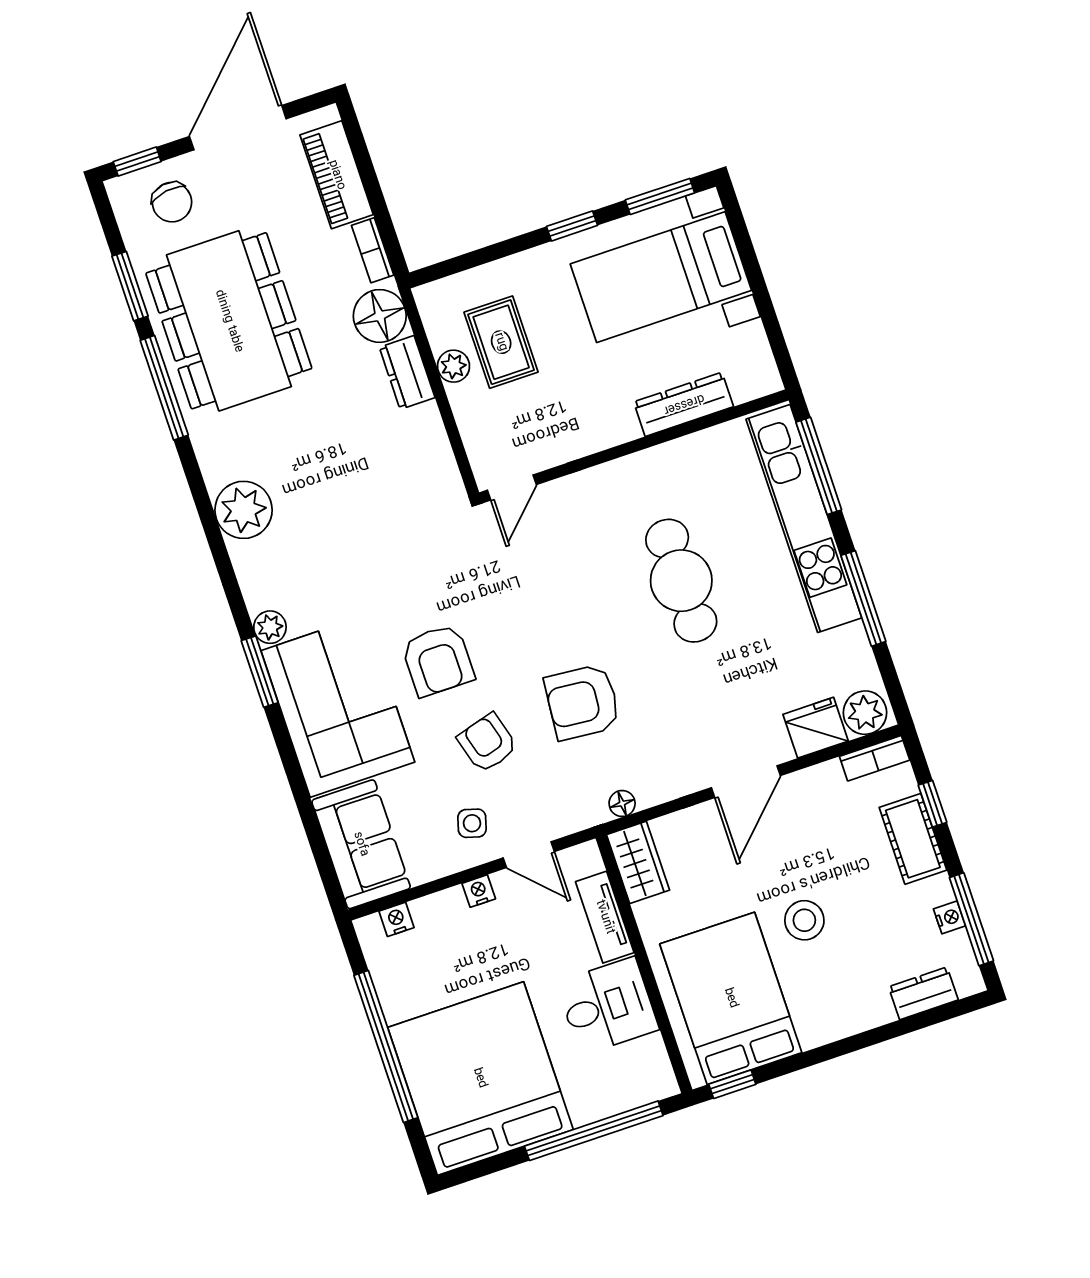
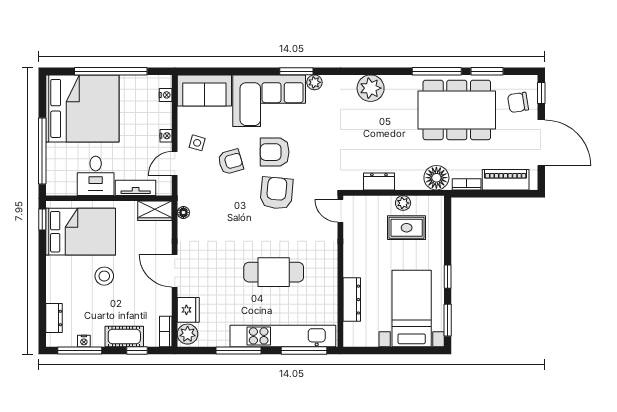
dresser: (407, 372) -> (379, 181), moved
armchair: (582, 702) -> (277, 193), moved

